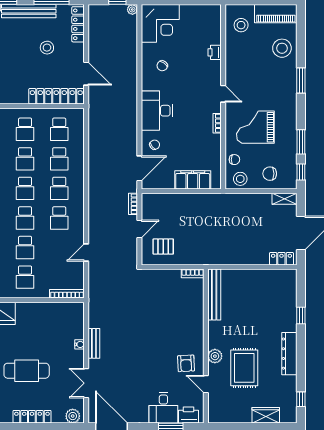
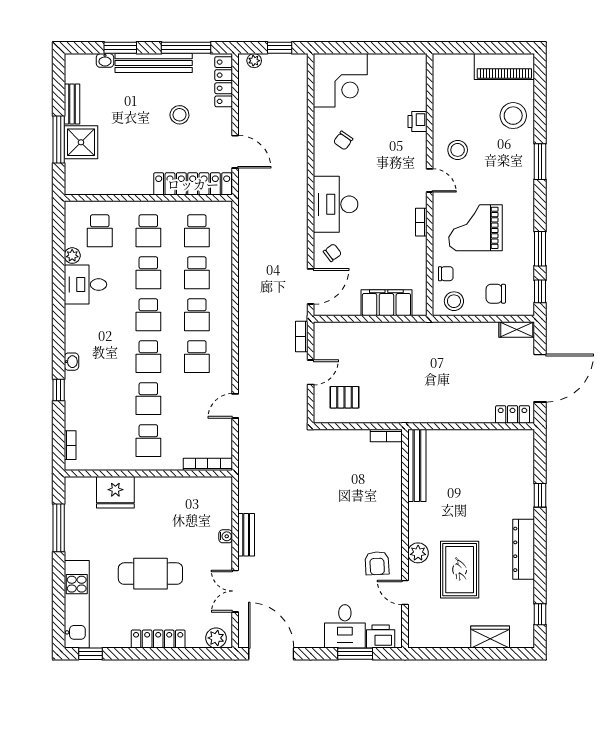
plant: (132, 9) -> (254, 61), moved
stool: (241, 25) -> (458, 150), moved

